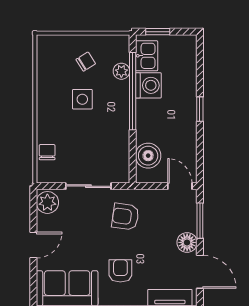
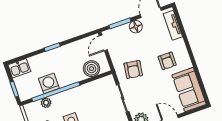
kitchen sink: (147, 56) -> (19, 68), moved, turned 180
armchair: (120, 271) -> (167, 61), turned -90

